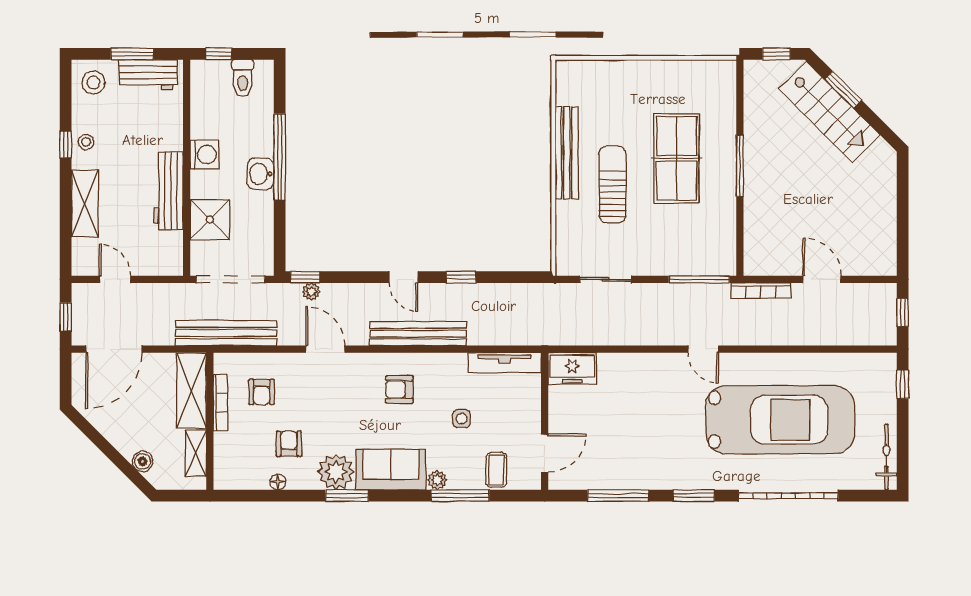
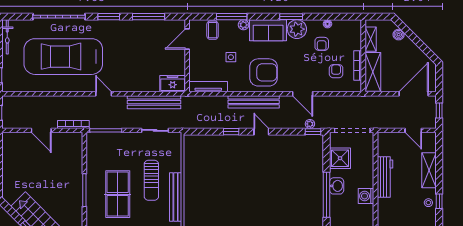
shower: (210, 220) -> (340, 158), moved
bench: (226, 333) -> (154, 102), moved
armchair: (399, 389) -> (264, 72), width x1.88, depth x1.88

